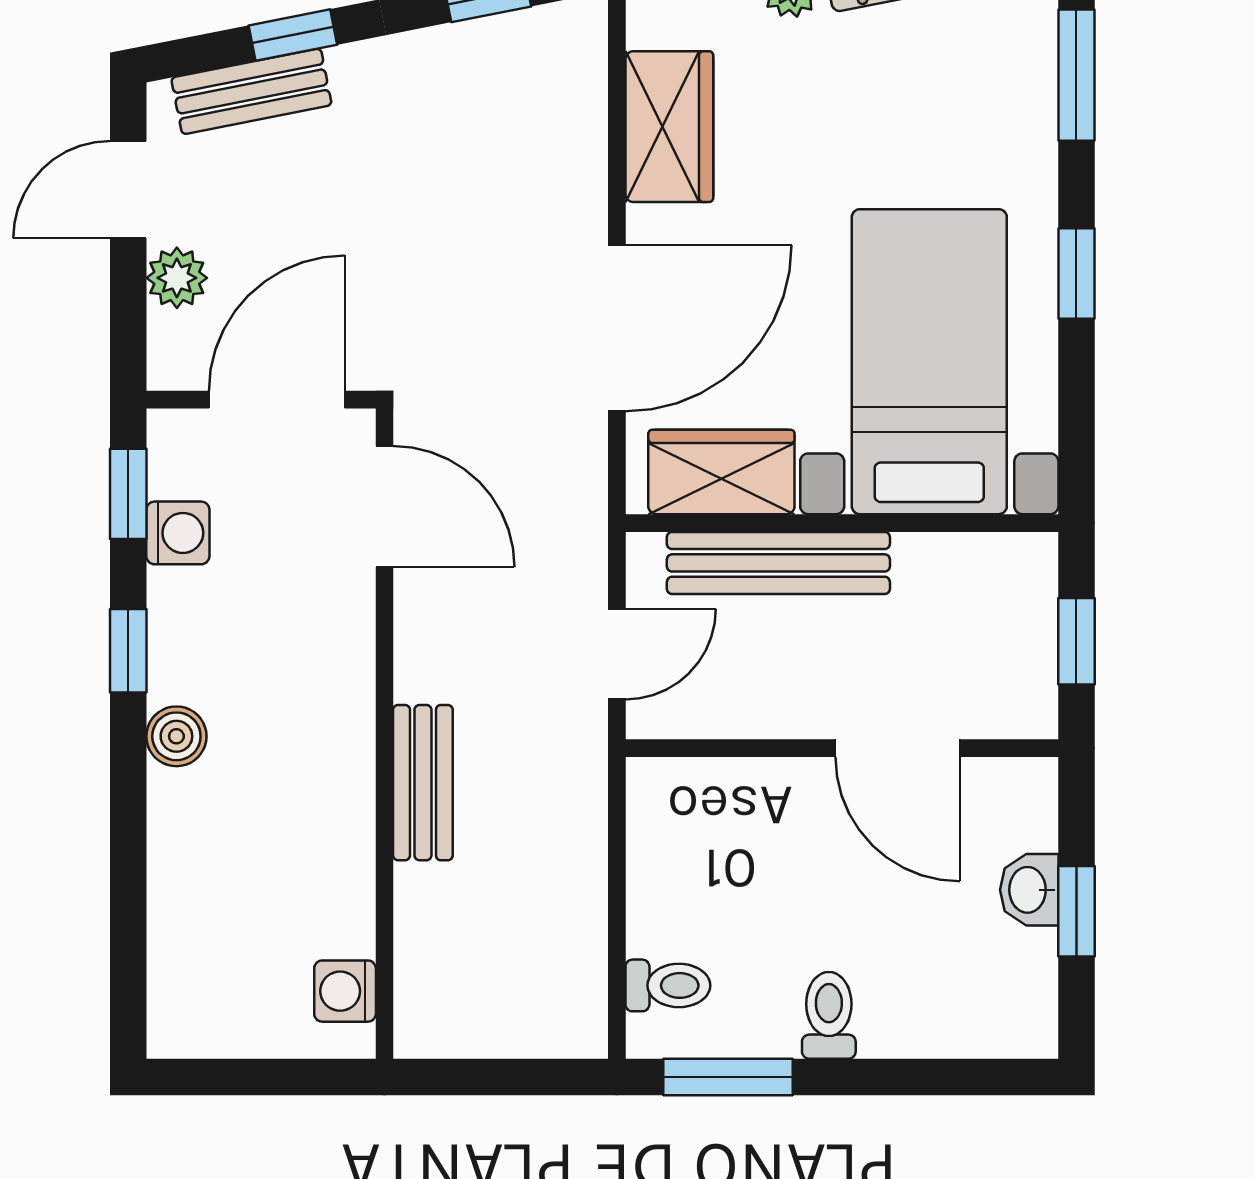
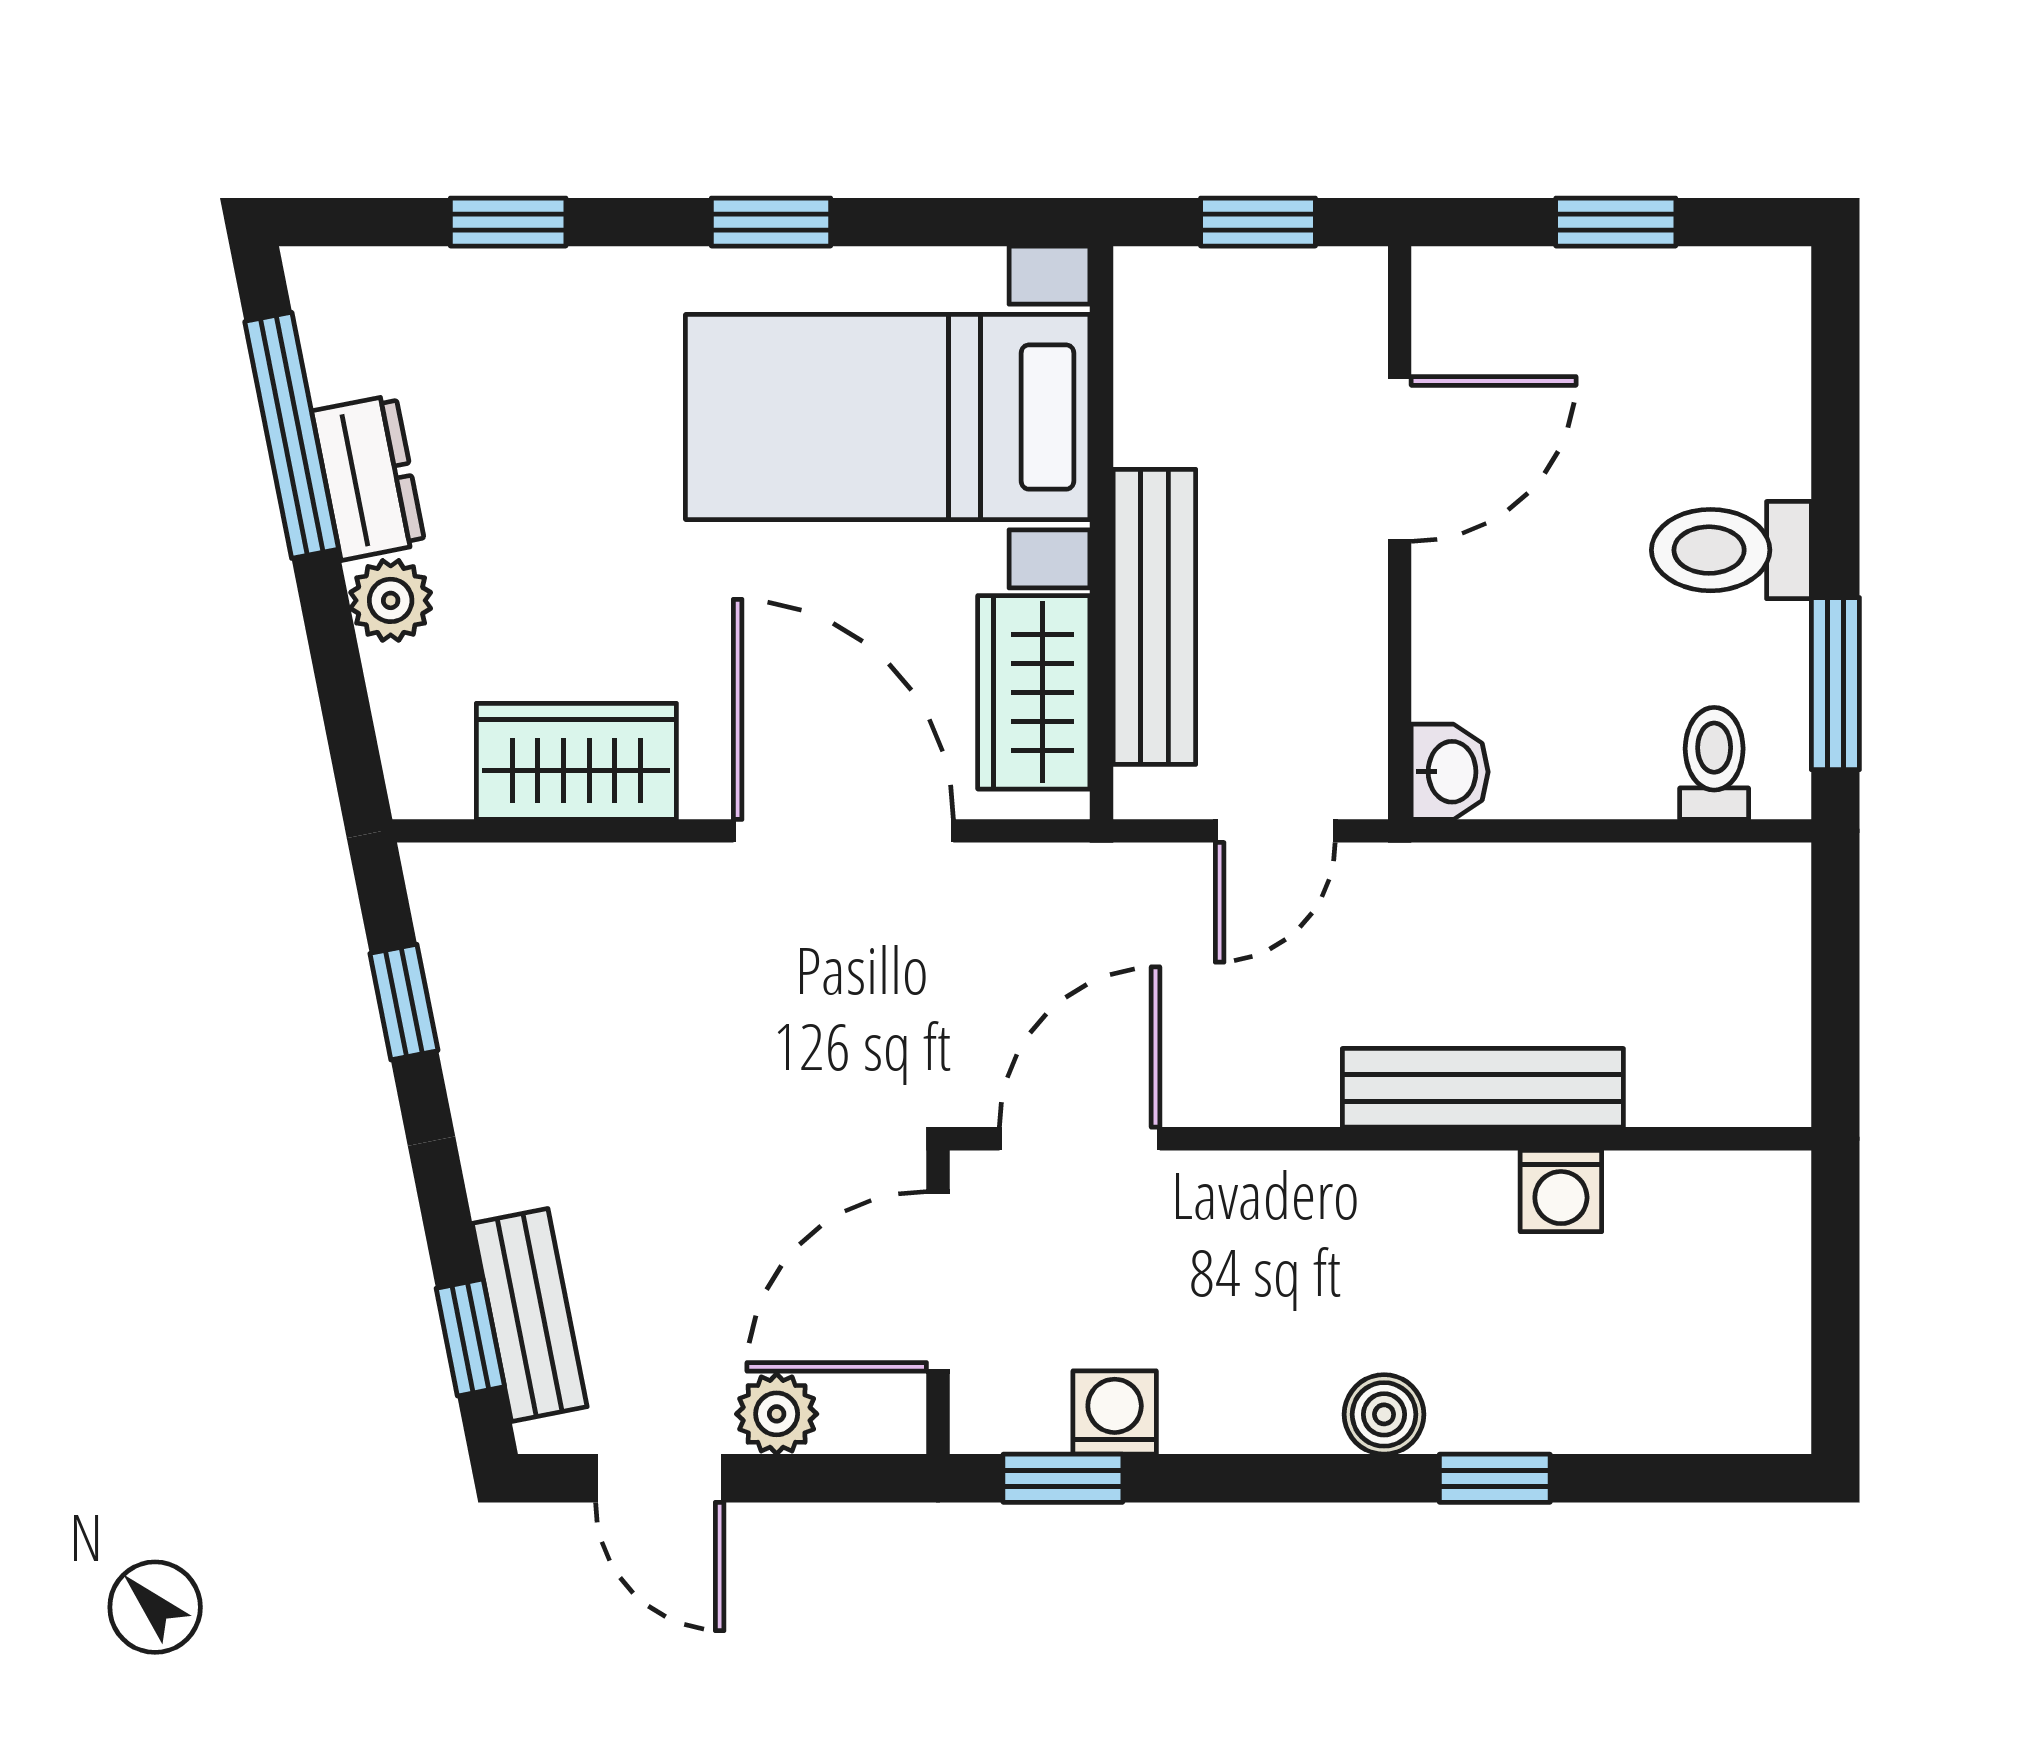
window: (293, 35) -> (470, 1338), moved
window: (1076, 75) -> (508, 222), width x0.67
door: (277, 400) -> (938, 1281), hinge flipped
window: (128, 651) -> (1495, 1478), moved
door: (617, 654) -> (1275, 831), swing flipped
bench: (423, 783) -> (1483, 1088), width x1.36
washbasin: (1029, 890) -> (1450, 772), moved, turned -90
washing machine: (345, 991) -> (1561, 1191), moved
toilet: (829, 1015) -> (1731, 550), width x1.37, depth x1.39

